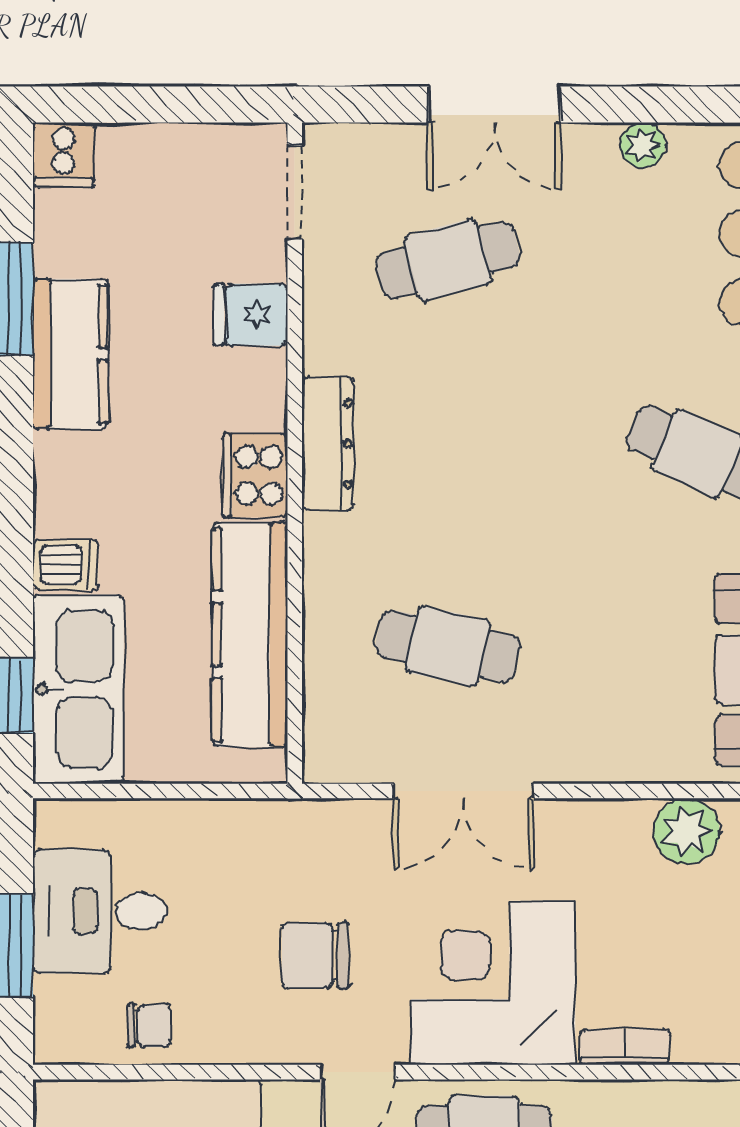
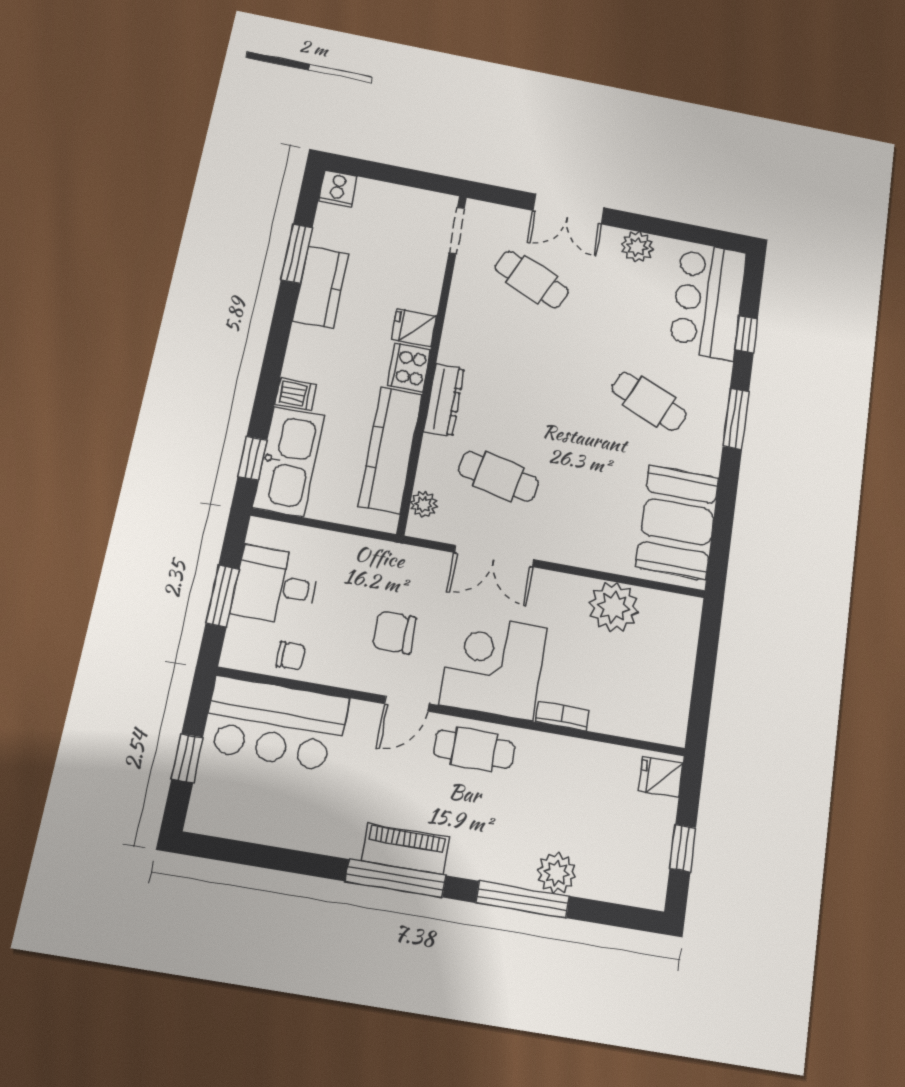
plant: (643, 145) -> (637, 247), width x1.38, depth x1.38
cafe table: (448, 260) -> (532, 279), turned 39
fridge: (251, 315) -> (414, 328), moved
dresser: (328, 443) -> (444, 400), moved
plant: (326, 722) -> (424, 504), added
plant: (687, 831) -> (614, 607), width x1.36, depth x1.36

